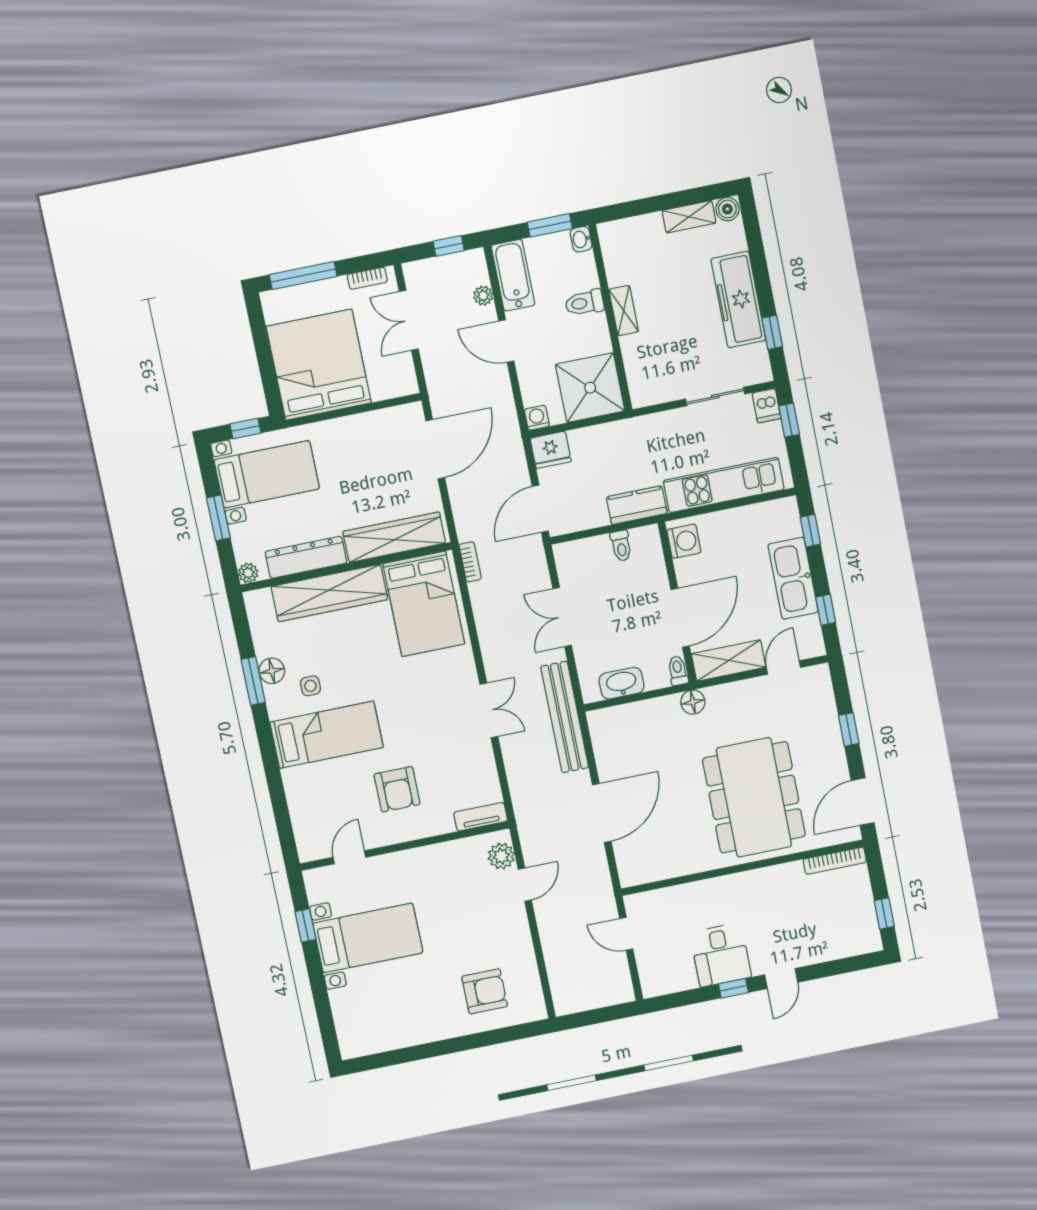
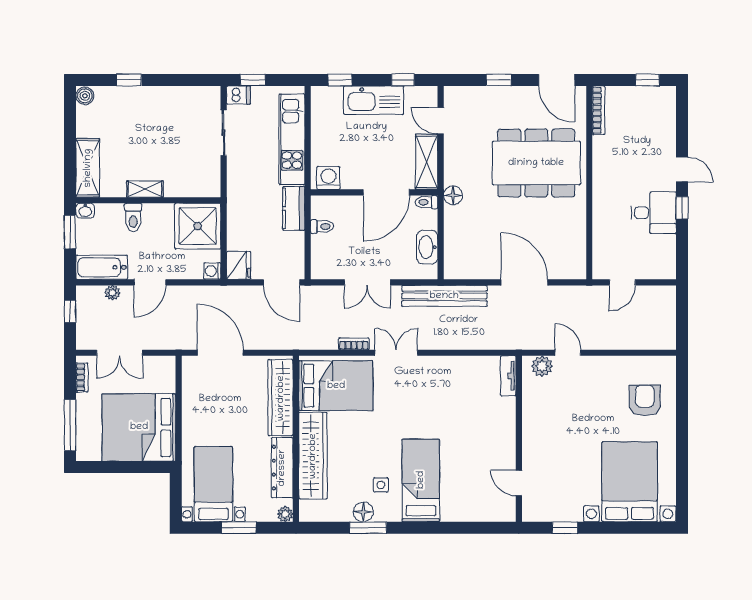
shelving: (689, 217) -> (88, 168), moved, width x1.50, depth x1.33
freezer: (738, 300) -> (154, 101), removed
window: (772, 332) -> (129, 80), moved
window: (245, 428) -> (176, 493), removed
bookcase: (470, 562) -> (354, 344), moved
door: (680, 618) -> (386, 192), swing flipped
double door: (489, 710) -> (396, 353), moved
armchair: (397, 789) -> (474, 435), removed
bed with nightstands: (368, 938) -> (630, 482), moved, width x1.36

